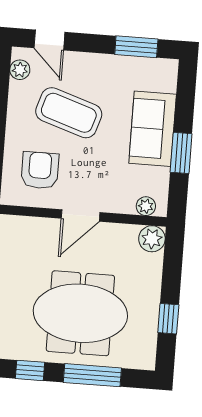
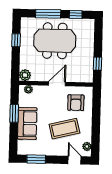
coffee table: (69, 113) -> (64, 129), turned -32

